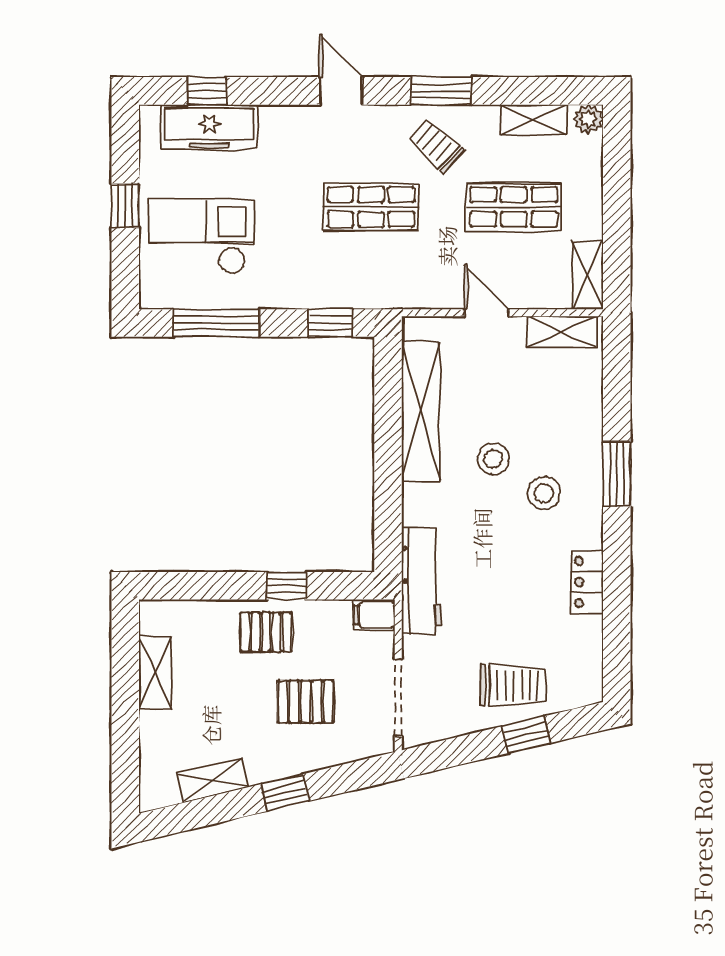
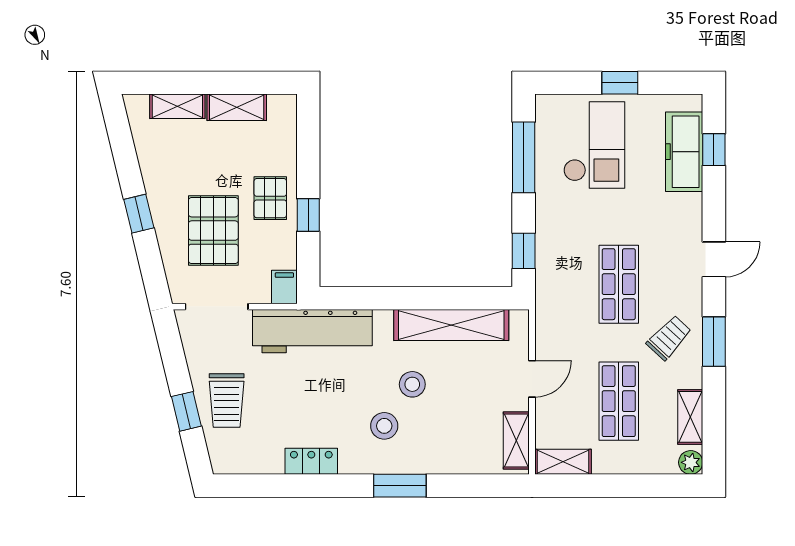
workbench: (422, 581) -> (312, 331), width x1.36, depth x1.32
pallet: (305, 702) -> (213, 231), width x1.50, depth x1.42
shelving: (213, 780) -> (177, 106), moved, turned -76

